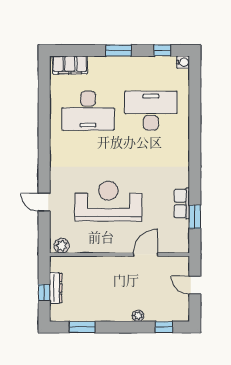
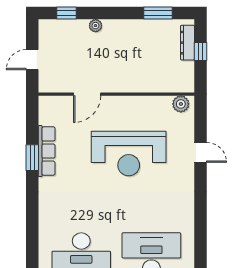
row of seats: (182, 203) -> (47, 151), width x1.48
window: (195, 217) -> (32, 158), moved
door: (195, 285) -> (32, 60), swing flipped
dresser: (56, 288) -> (187, 43), moved

